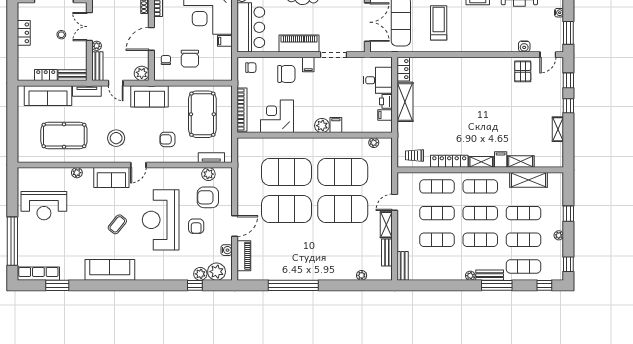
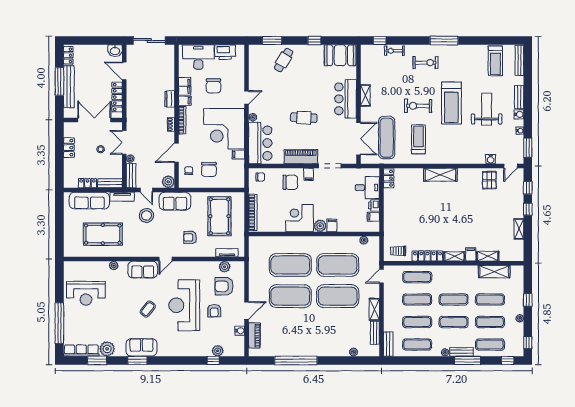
shelving: (405, 102) -> (440, 175), moved, turned 90
corner desk: (277, 116) -> (299, 218), moved
stool: (116, 138) -> (146, 216), moved
exercise mat: (480, 186) -> (417, 344), moved
door: (395, 202) -> (381, 276), moved
sofa: (110, 270) -> (141, 347), width x0.73
plant: (217, 272) -> (107, 349), moved
window: (105, 285) -> (137, 360), added

